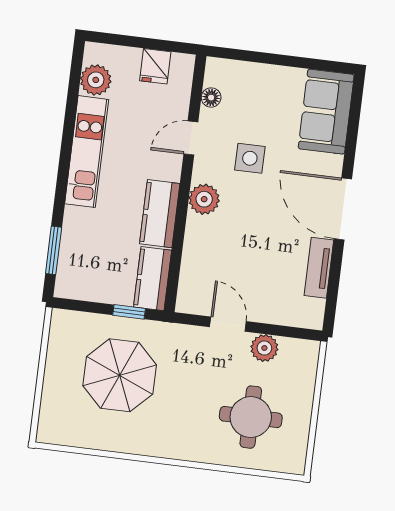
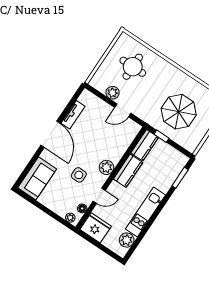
fridge: (155, 66) -> (96, 228), width x1.88, depth x1.34
plant: (225, 68) -> (70, 218), added
door: (228, 324) -> (123, 110), hinge flipped

